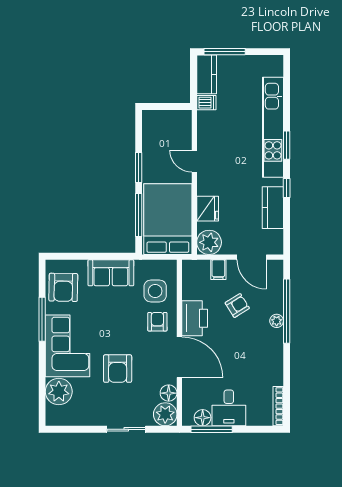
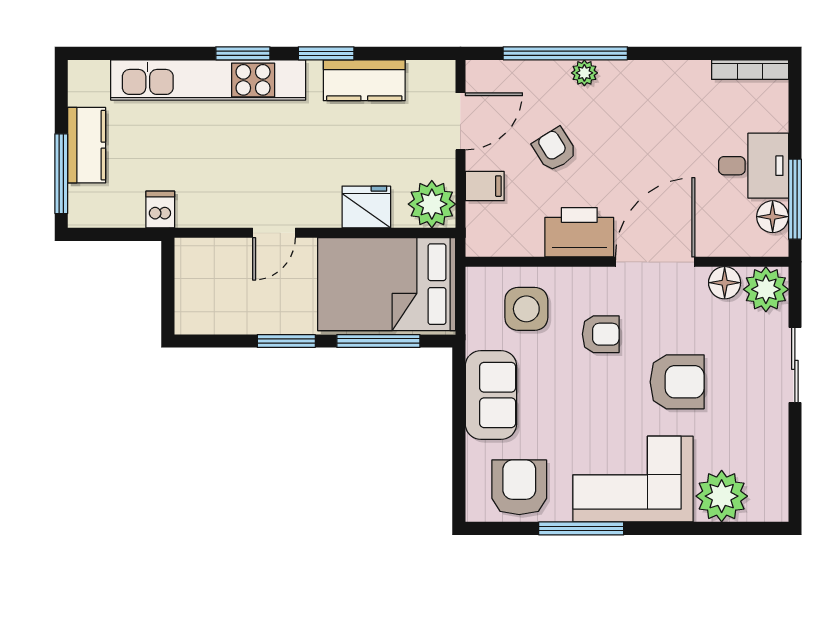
kitchen counter: (207, 74) -> (87, 145), moved, turned 90
window: (287, 188) -> (326, 53), width x1.50
armchair: (63, 287) -> (519, 487), turned -91
armchair: (157, 322) -> (601, 334), moved, turned 180

